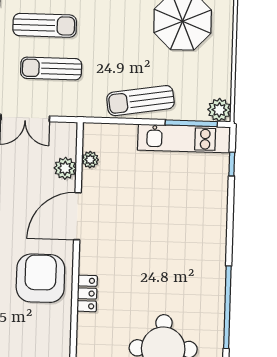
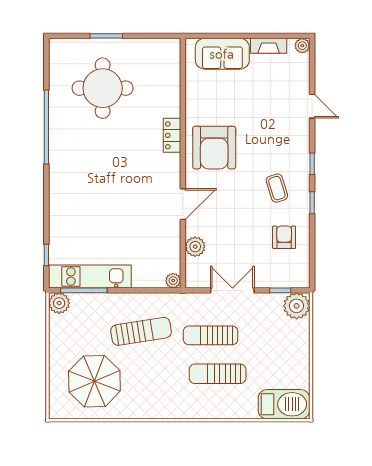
sun lounger: (51, 68) -> (211, 335), turned 180
sun lounger: (140, 101) -> (141, 331), moved
plant: (90, 160) -> (173, 281), moved
door: (77, 216) -> (183, 204), width x0.73

